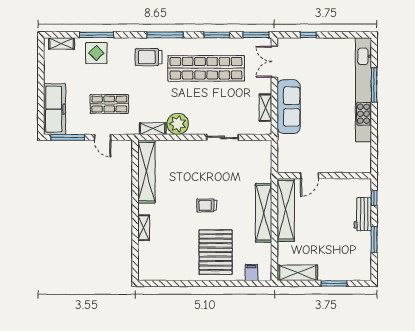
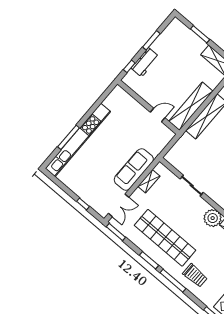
window: (217, 35) -> (149, 260), moved

